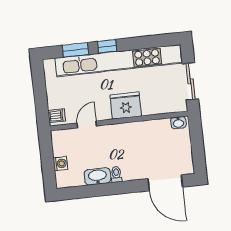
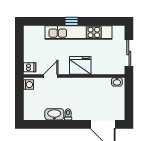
window: (75, 50) -> (48, 21), removed
kitchen unit: (118, 61) -> (78, 32), width x0.73
washing machine: (60, 163) -> (29, 85), moved

